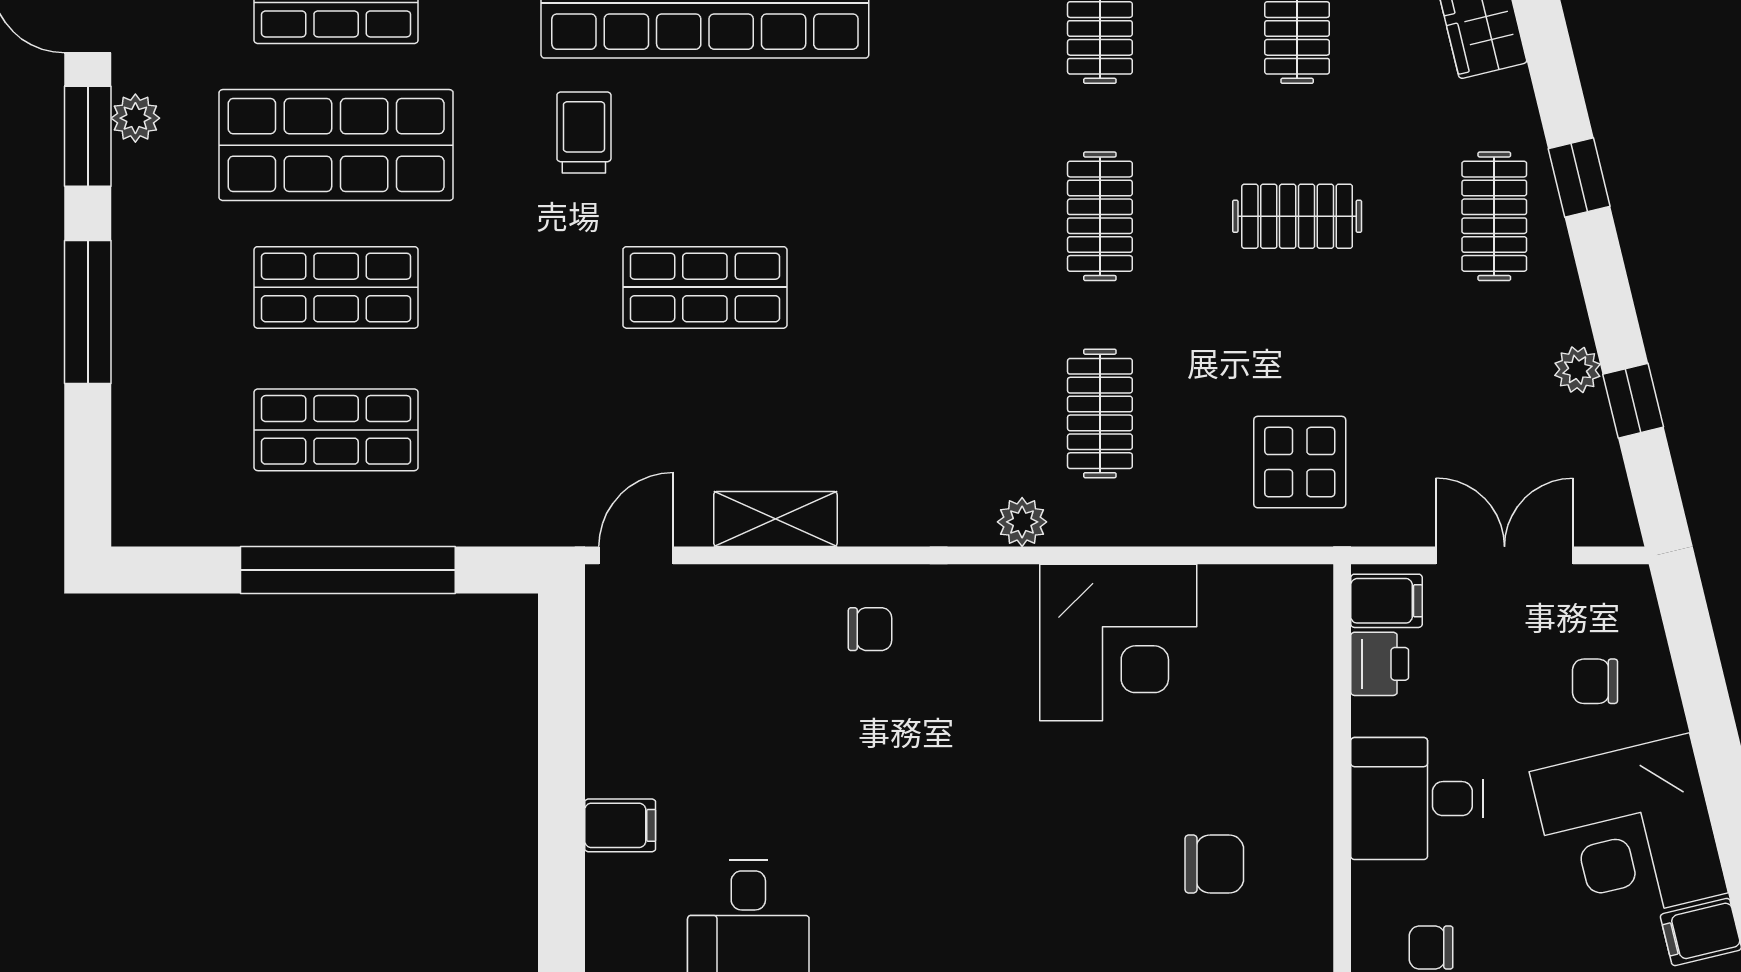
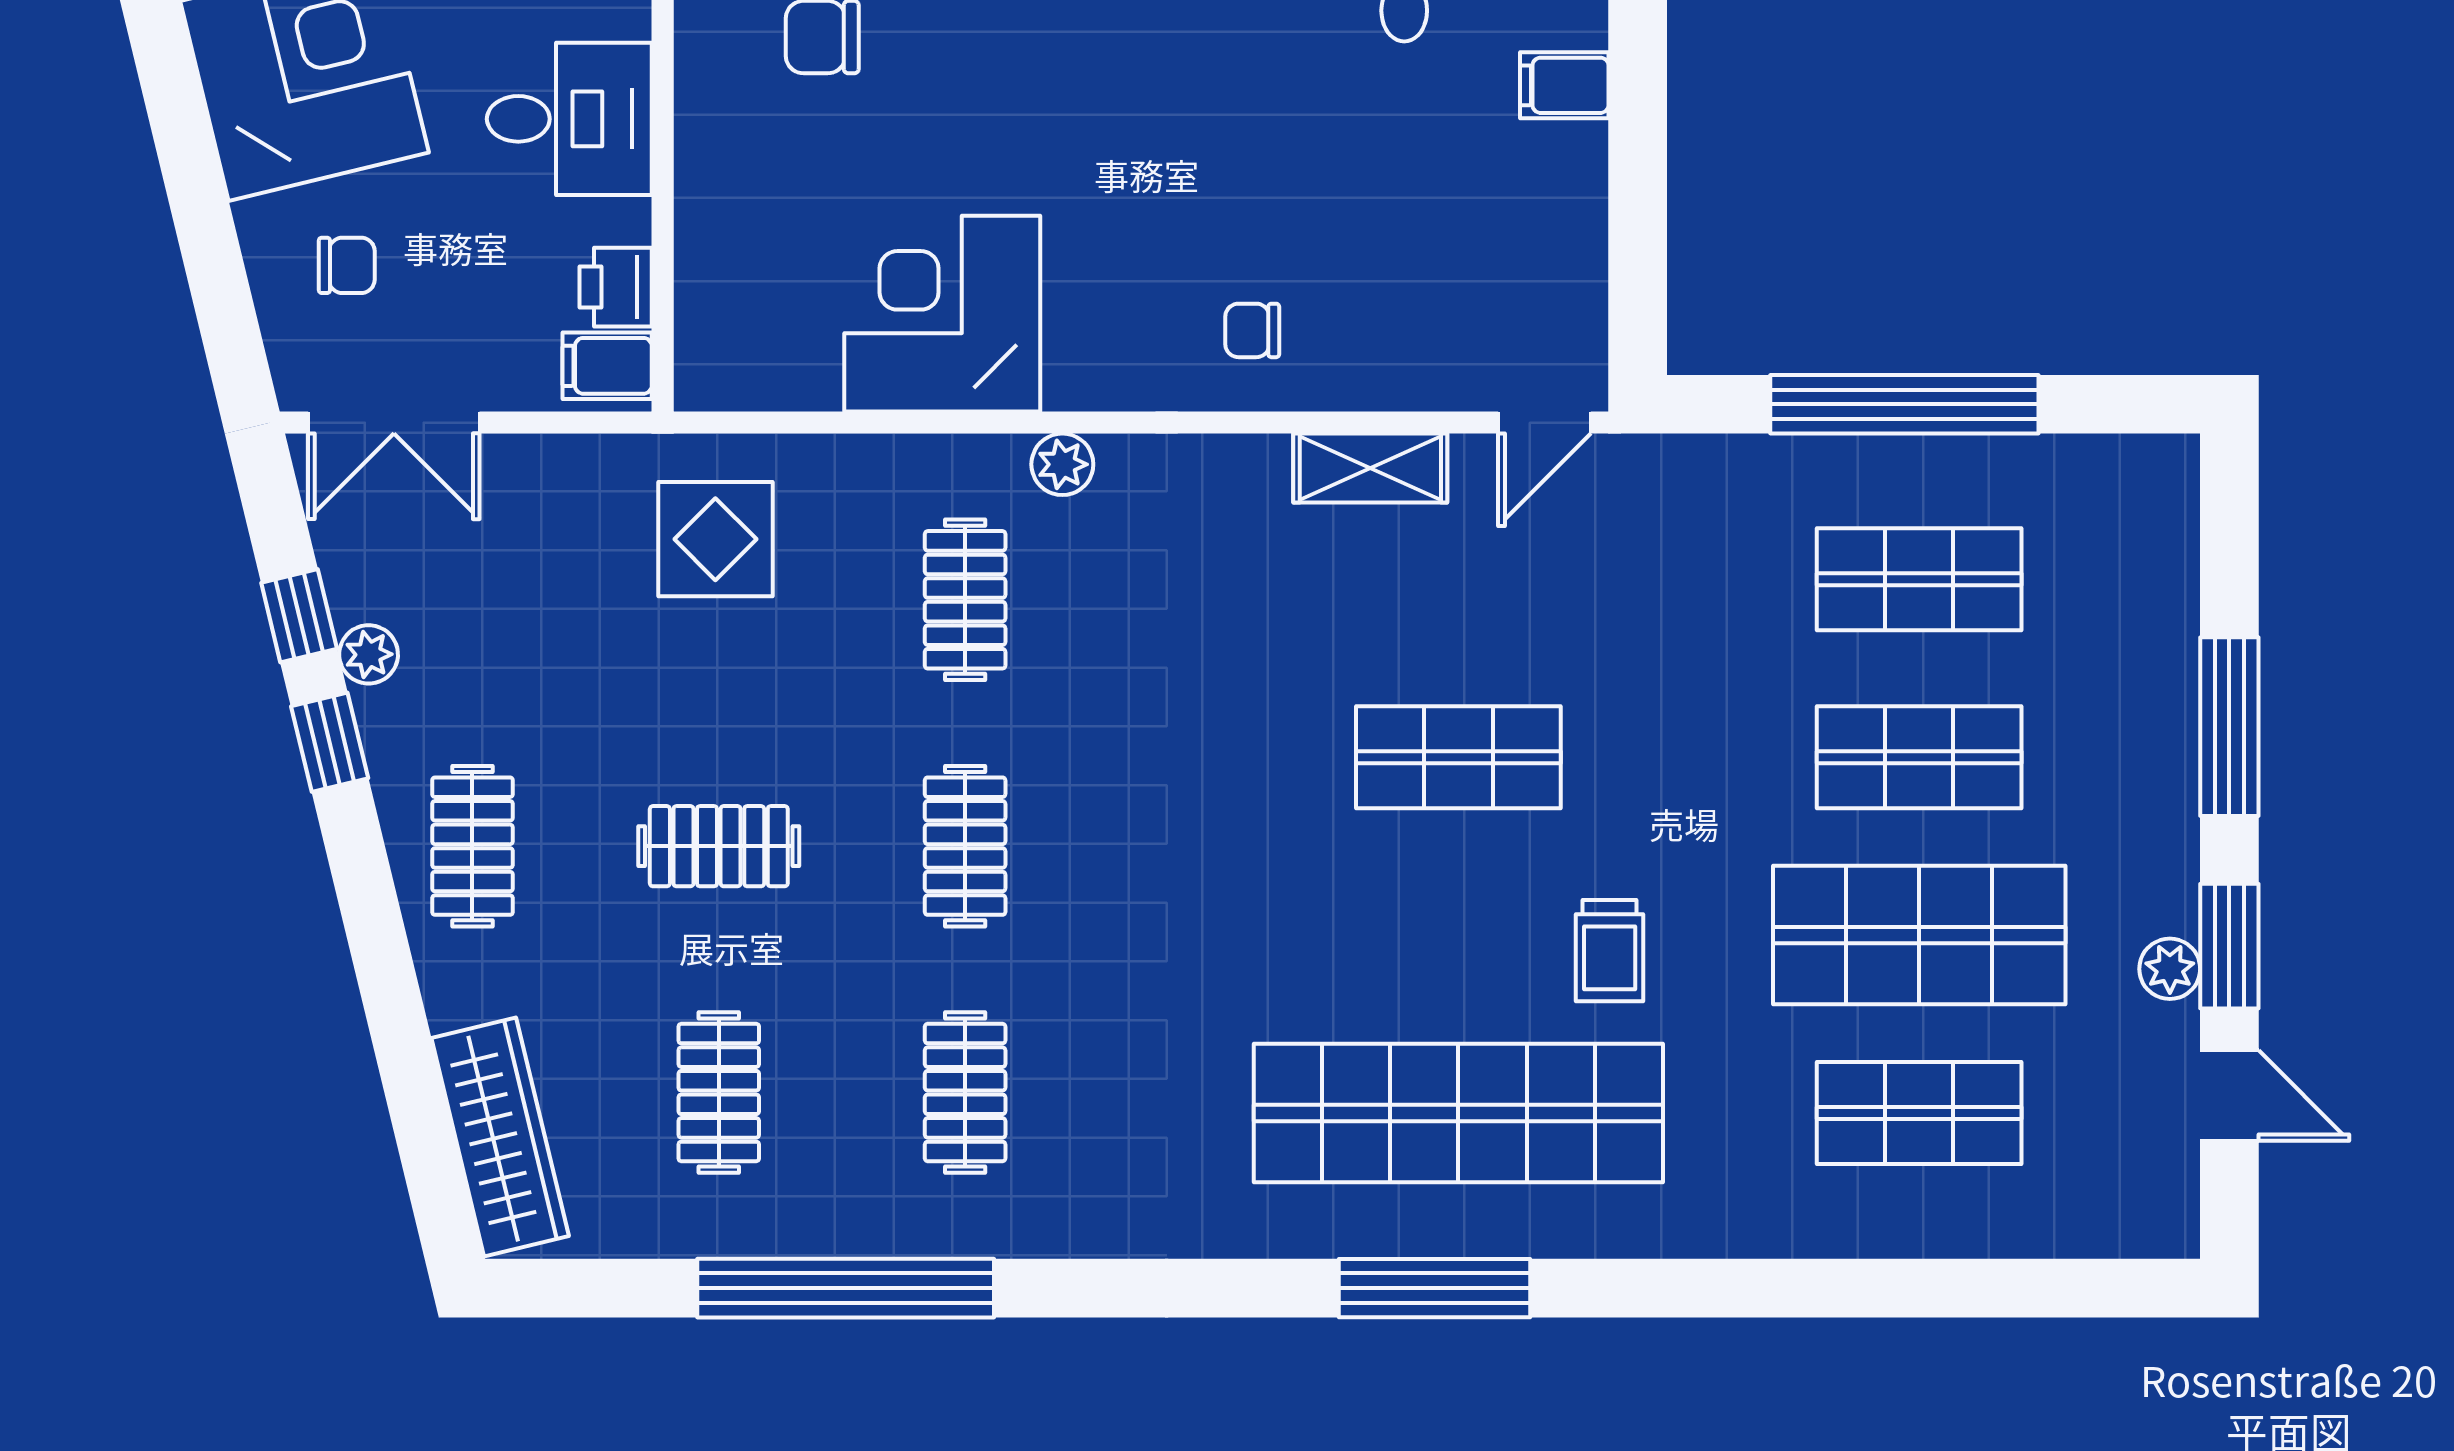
window: (1579, 177) -> (330, 742), moved
double door: (1505, 555) -> (394, 423), moved

